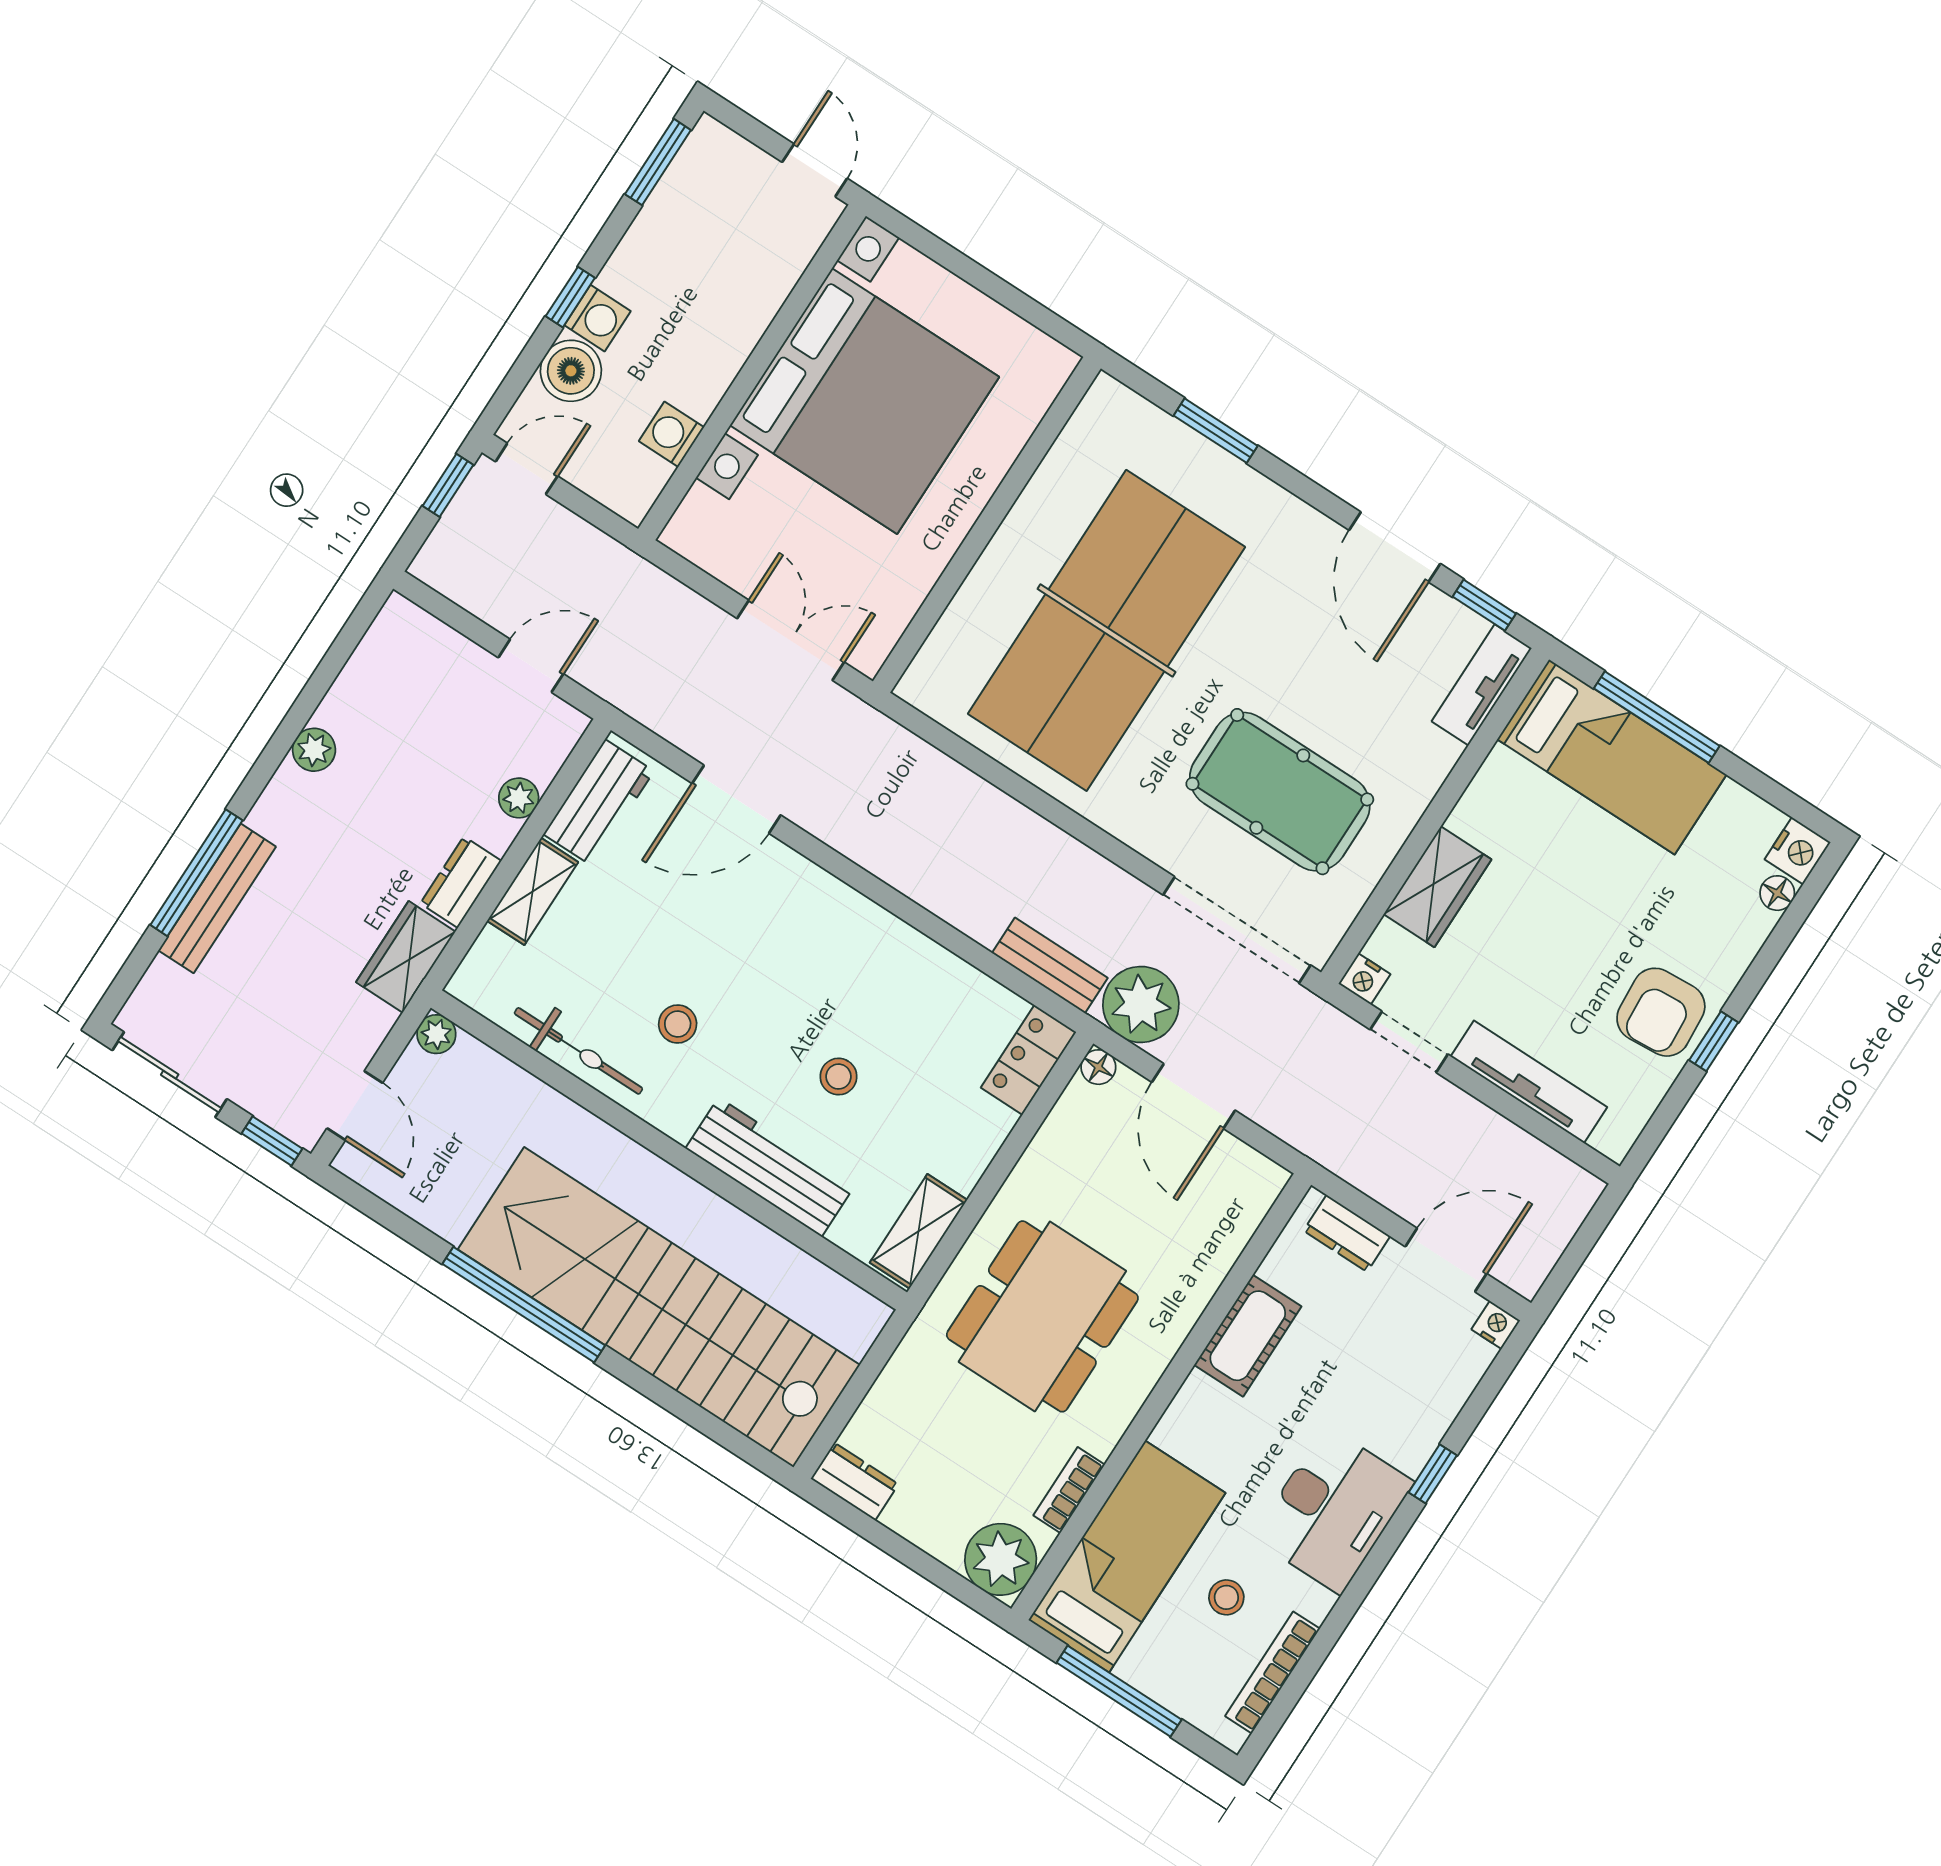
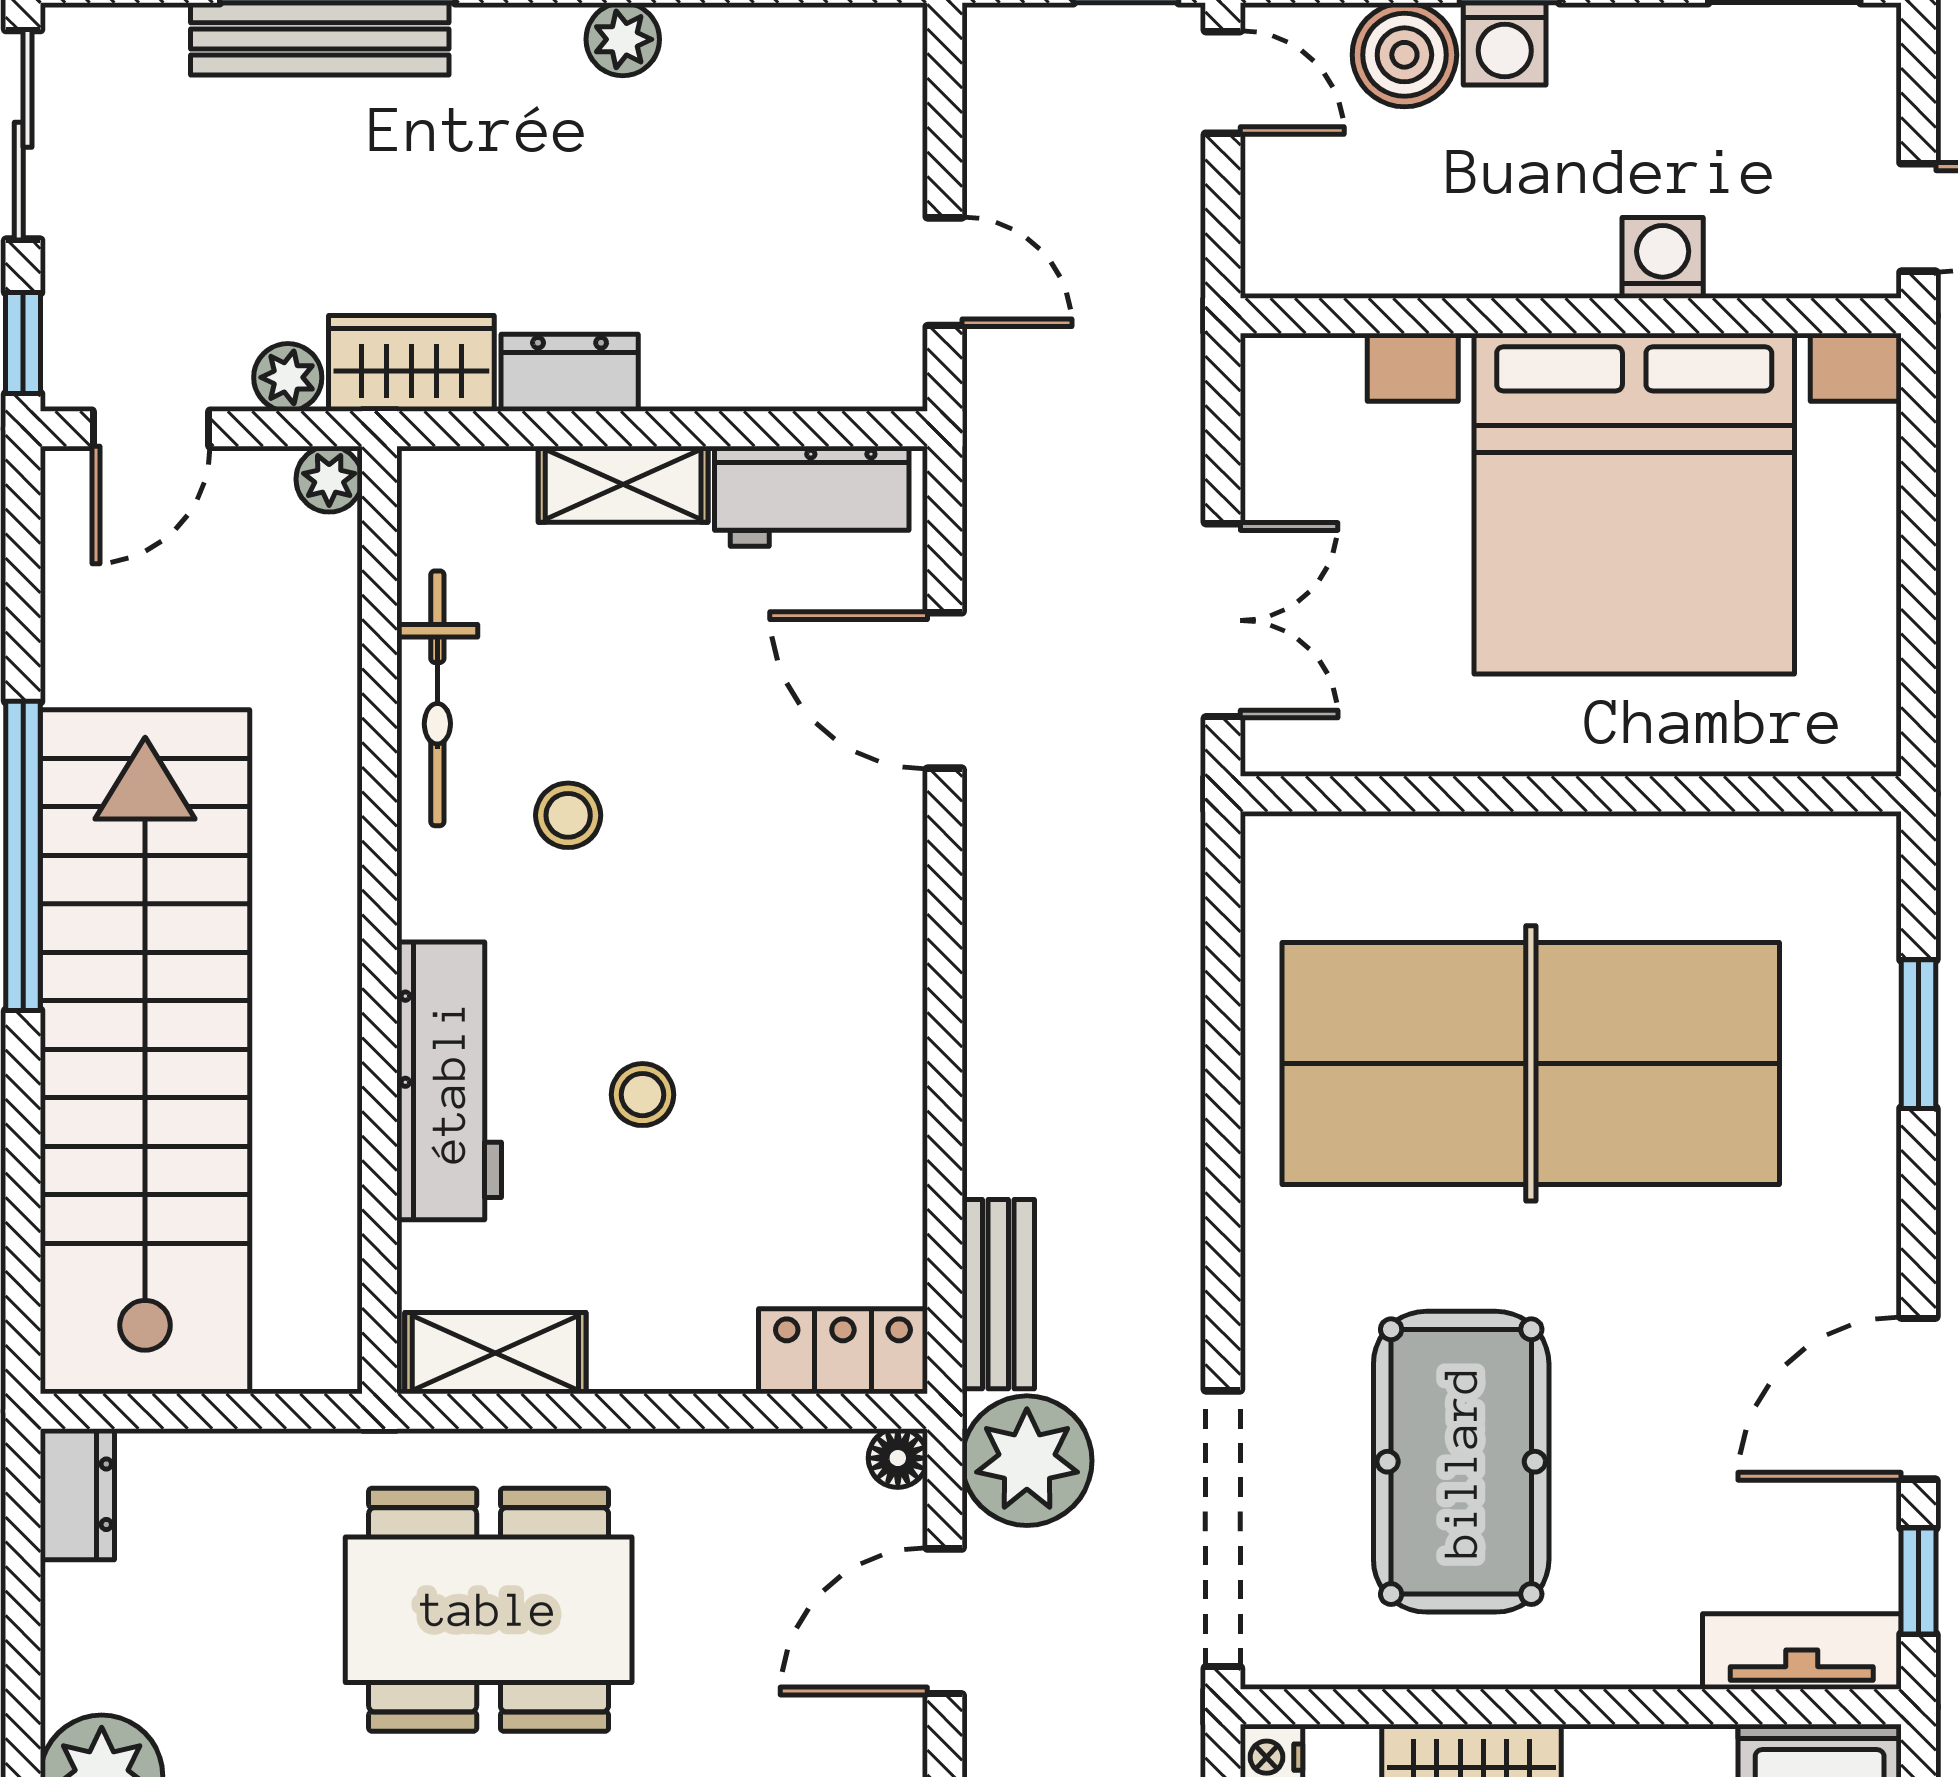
washing machine: (671, 434) -> (1663, 258), moved
plant: (519, 798) -> (288, 377), moved

